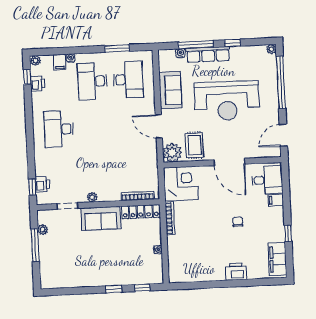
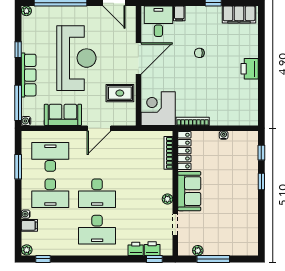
window: (196, 45) -> (18, 103), moved
water cooler: (180, 53) -> (26, 121), moved
printer: (37, 84) -> (136, 249), moved
desk: (95, 127) -> (97, 193), added
plant: (172, 153) -> (126, 116), removed
printer: (236, 272) -> (250, 69), moved

